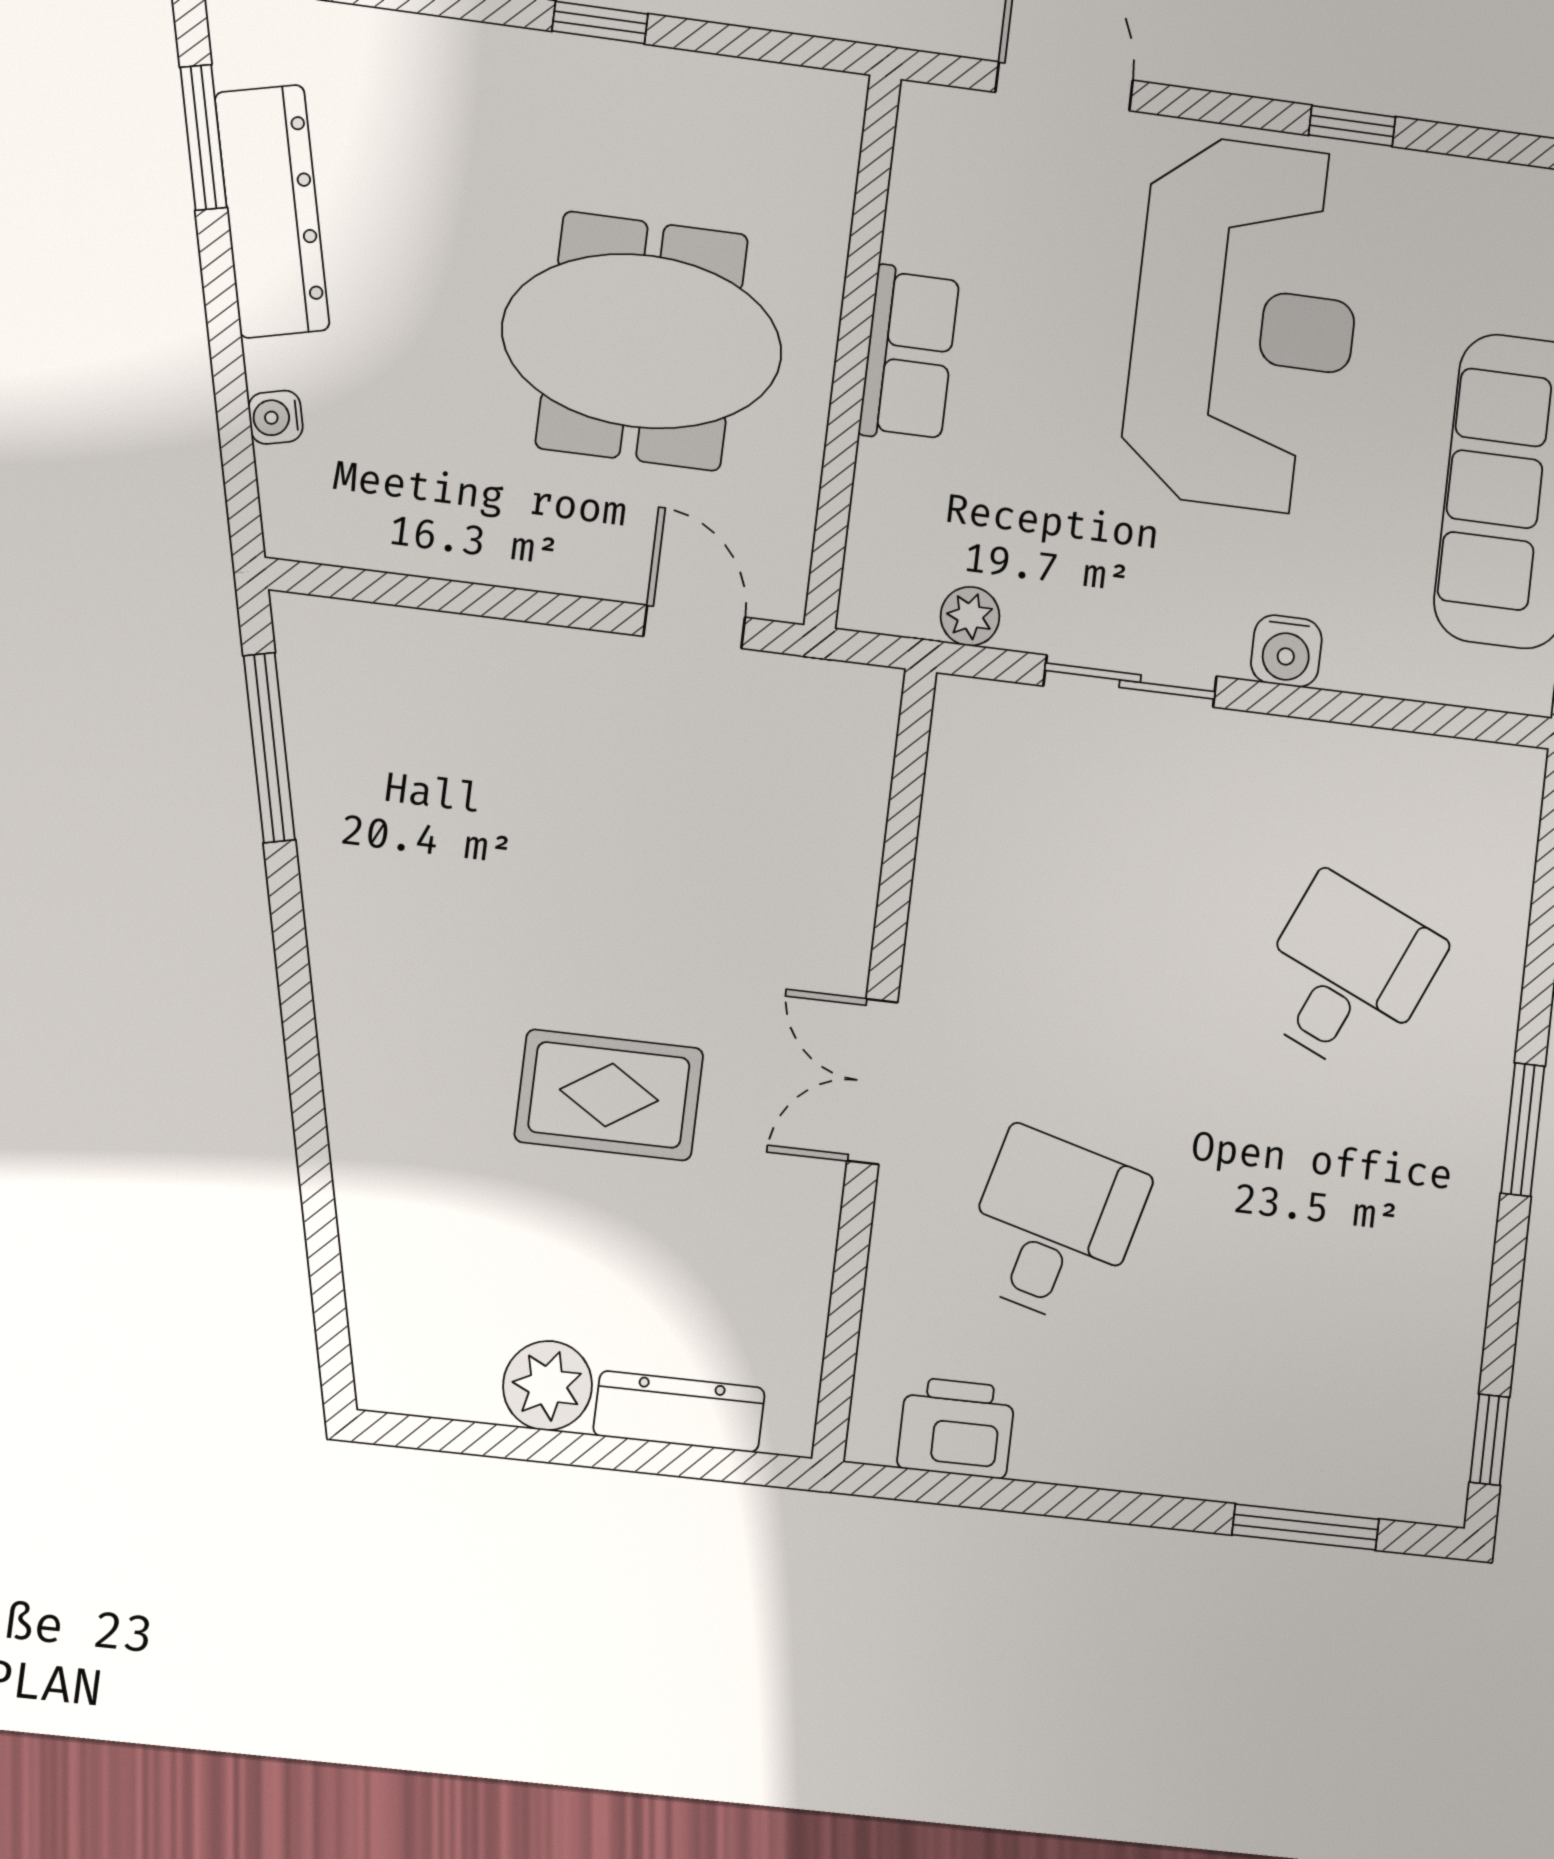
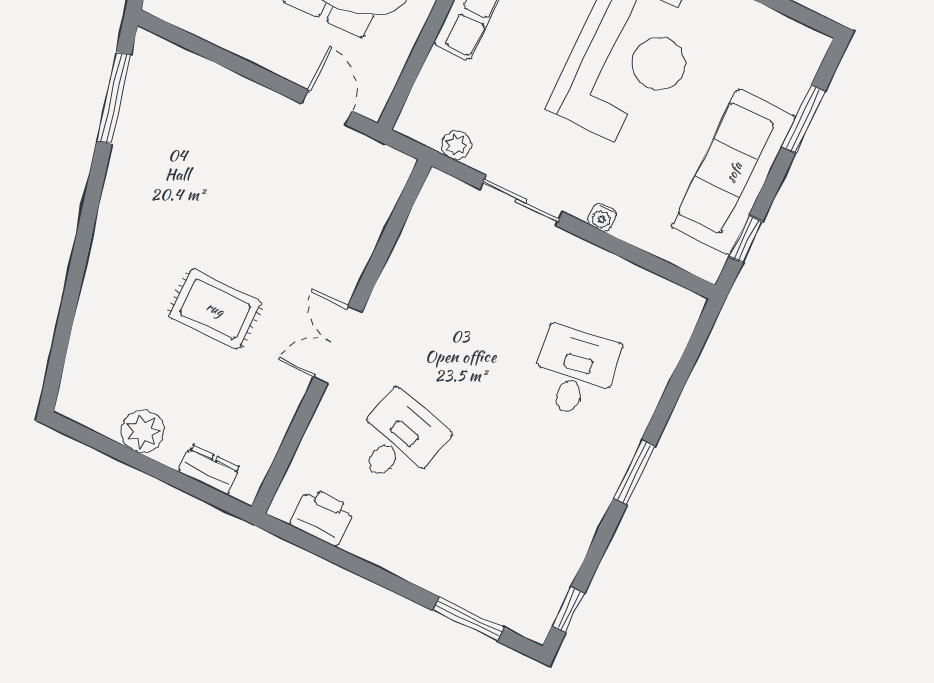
water cooler: (1286, 651) -> (602, 217), width x0.72, depth x0.72
desk: (1346, 975) -> (576, 372), turned -33
dresser: (679, 1412) -> (209, 469), width x0.70

